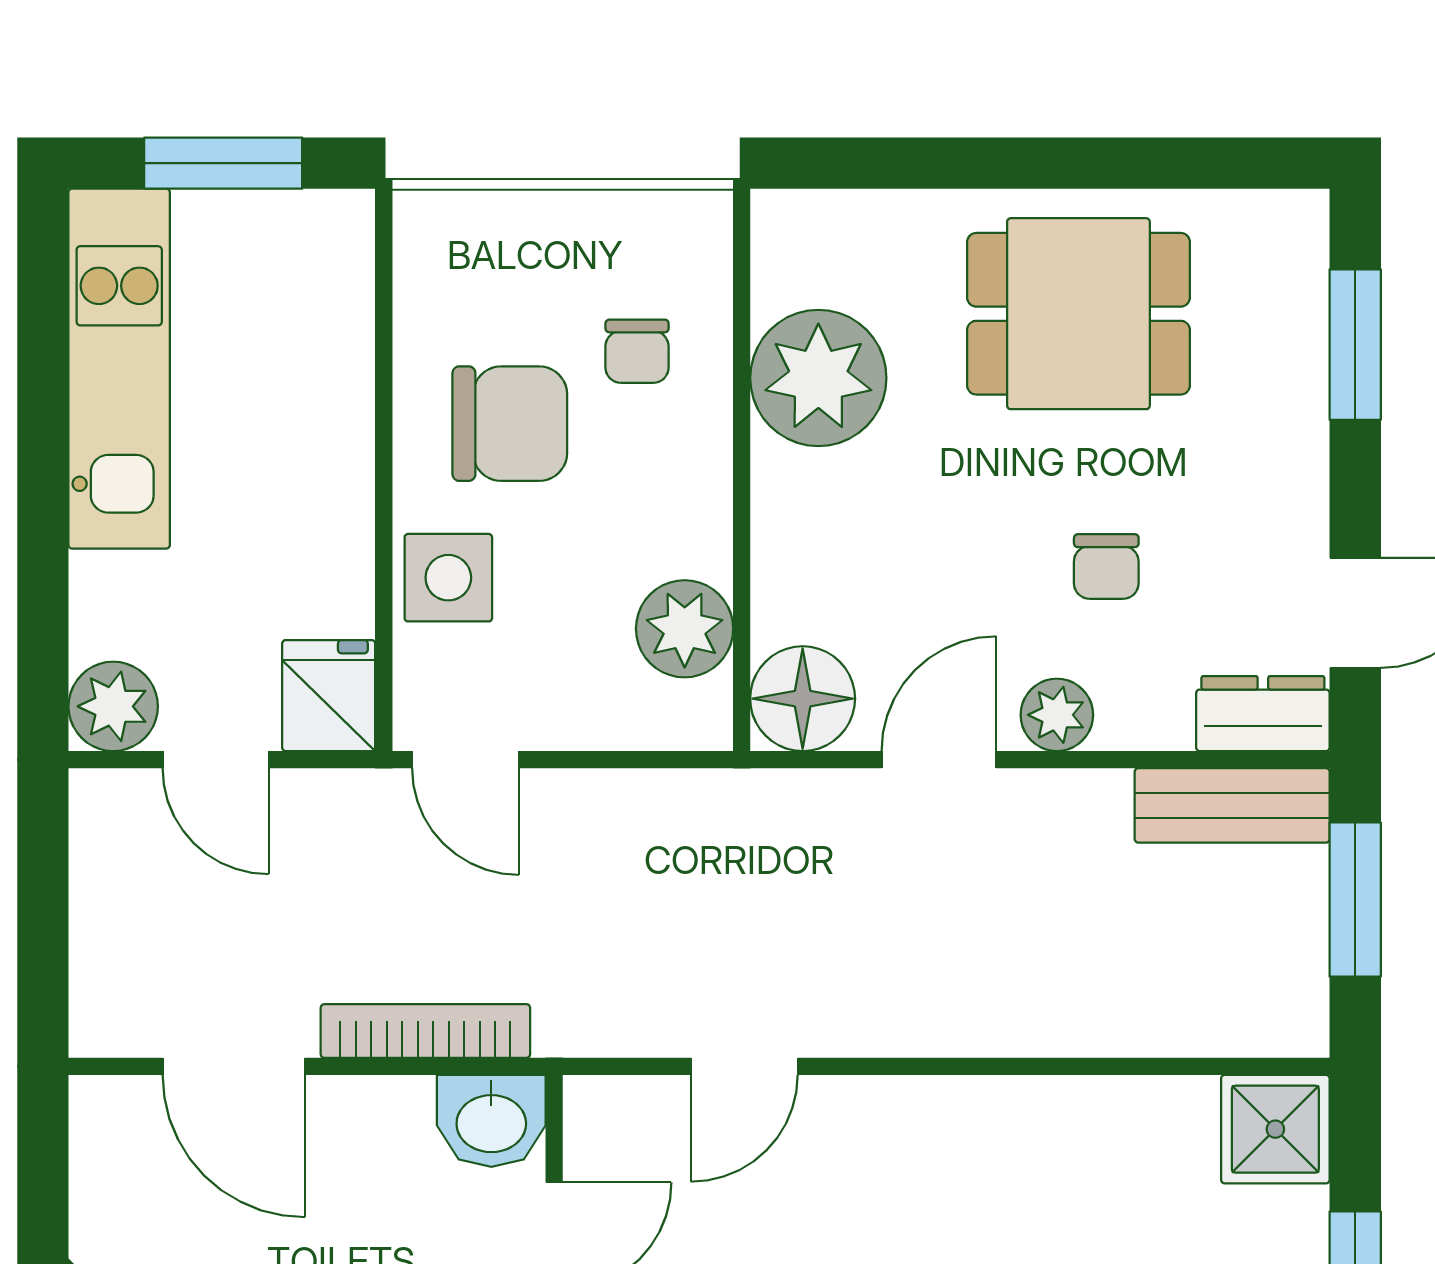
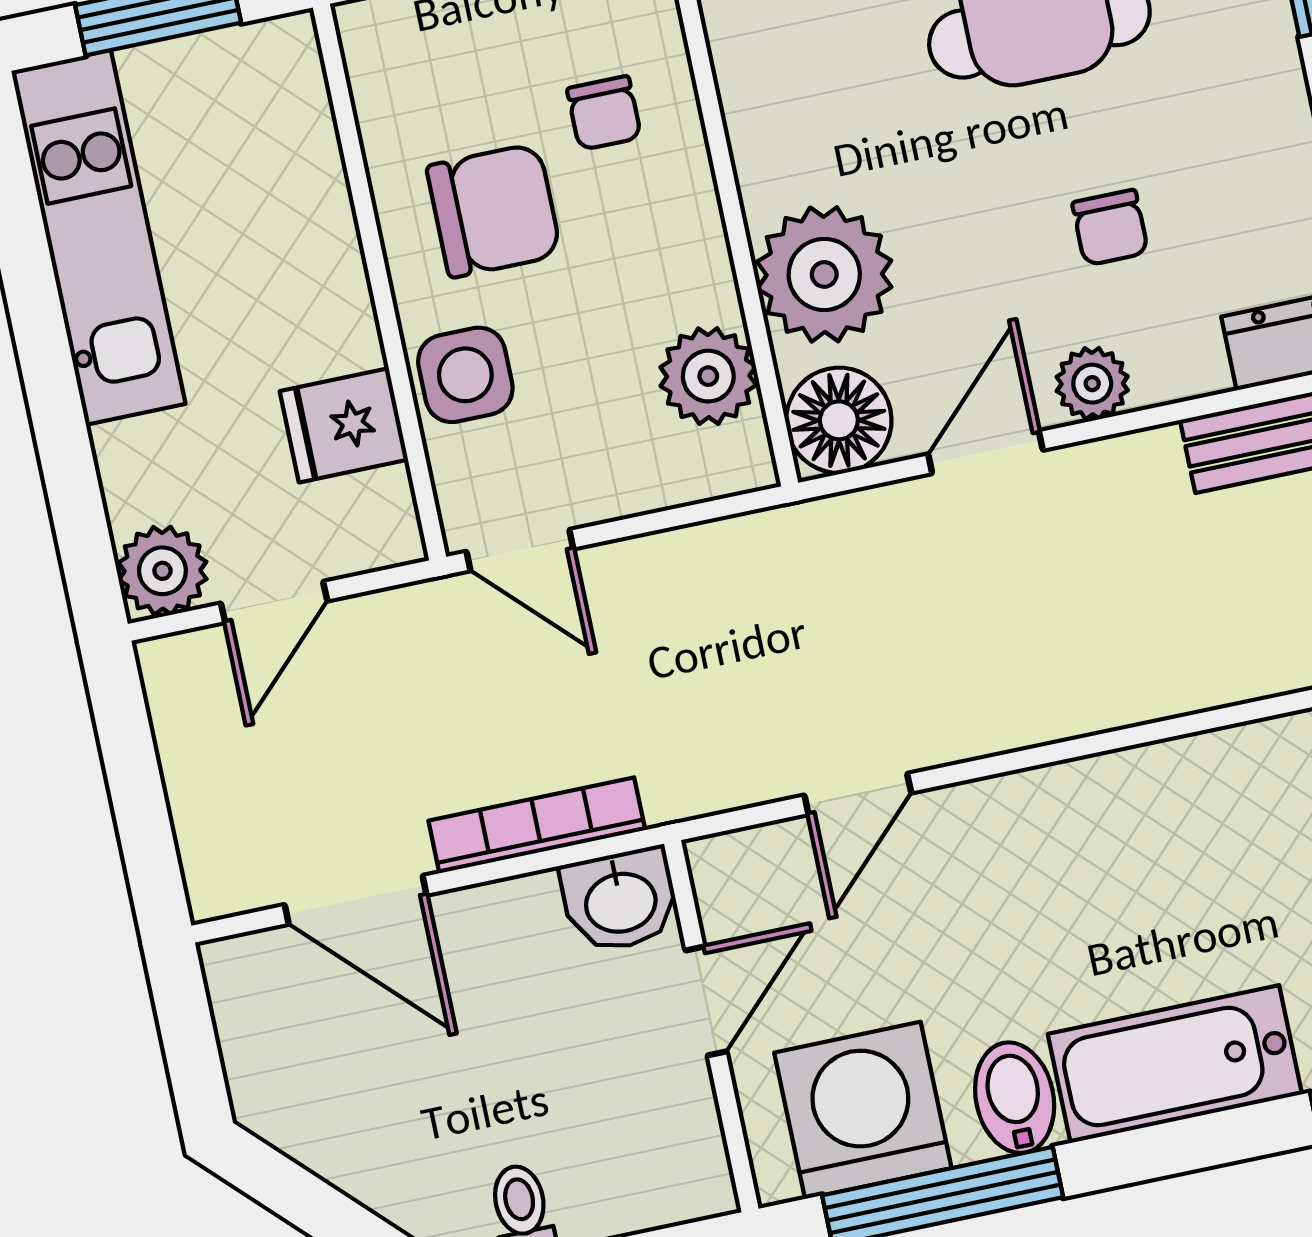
plant: (818, 378) -> (824, 274), moved
fridge: (329, 696) -> (344, 425), moved, turned -90
door: (216, 760) -> (274, 602), hinge flipped

